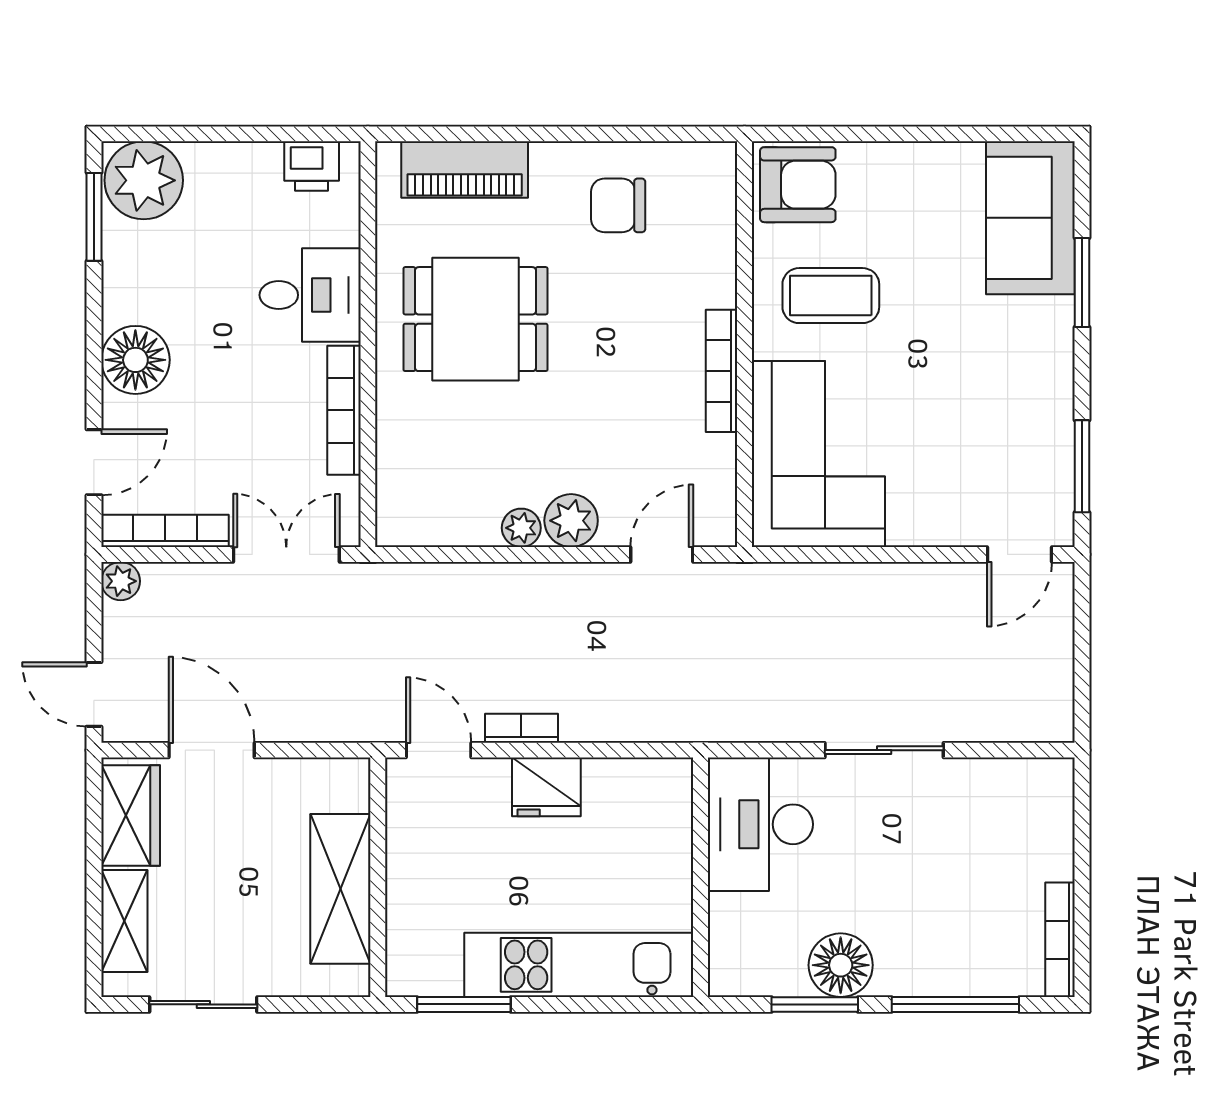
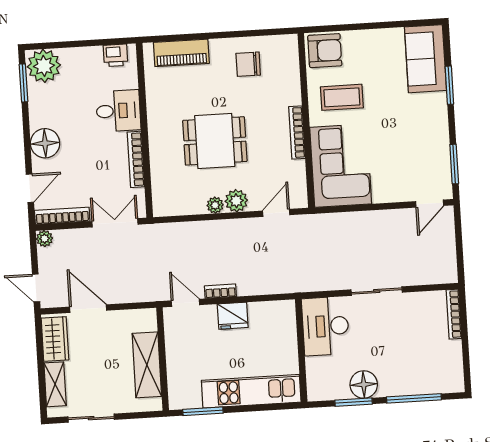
dining table: (476, 319) -> (215, 141), moved
bookcase: (1060, 940) -> (454, 314), moved

